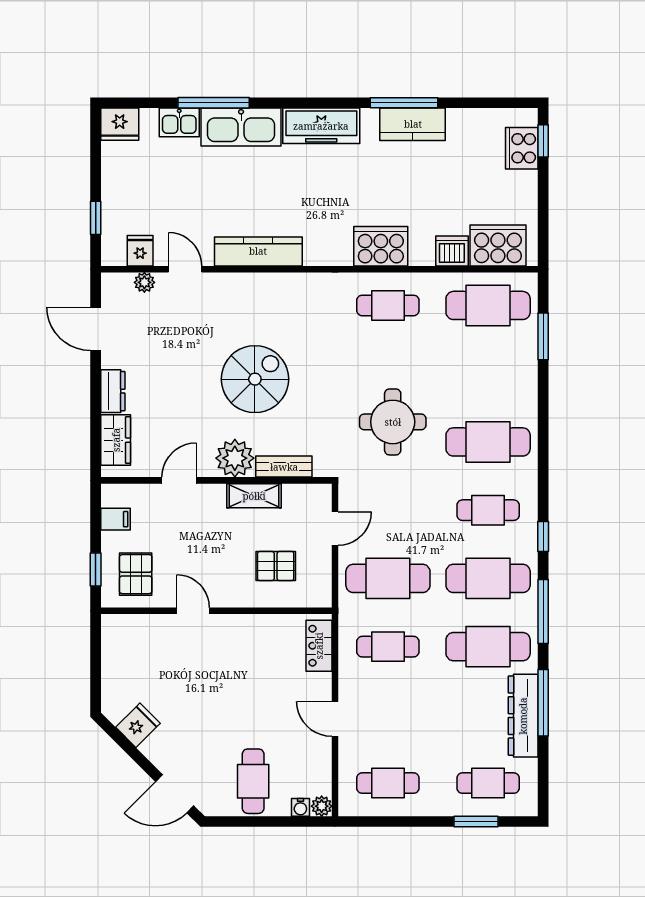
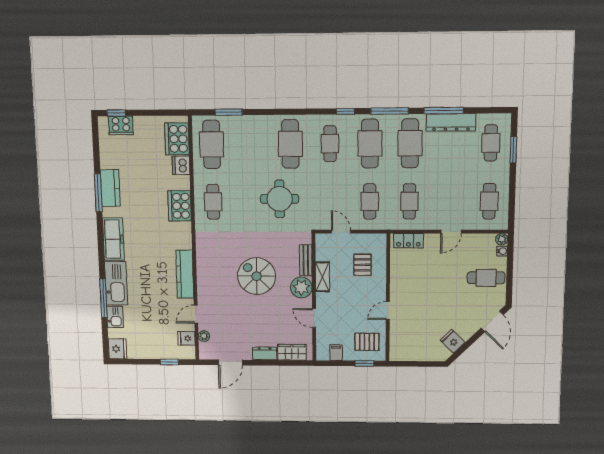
cafe table: (388, 578) -> (370, 201), width x0.73, depth x0.74

